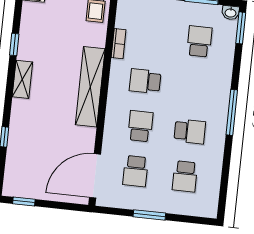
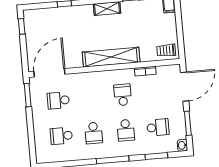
window: (241, 28) -> (156, 156), moved
school desk: (140, 126) -> (126, 130), moved, turned 90
door: (95, 176) -> (49, 73), hinge flipped
window: (149, 215) -> (28, 95), moved

